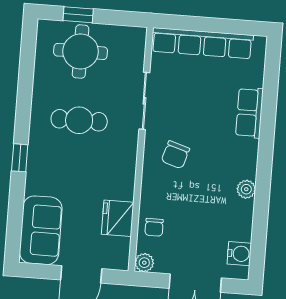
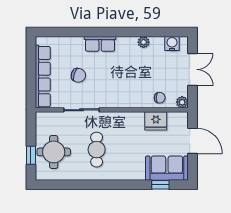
row of seats: (250, 113) -> (100, 44), moved
chair: (175, 155) -> (78, 75), moved
window: (20, 158) -> (160, 185), moved
plant: (246, 189) -> (144, 42), moved

